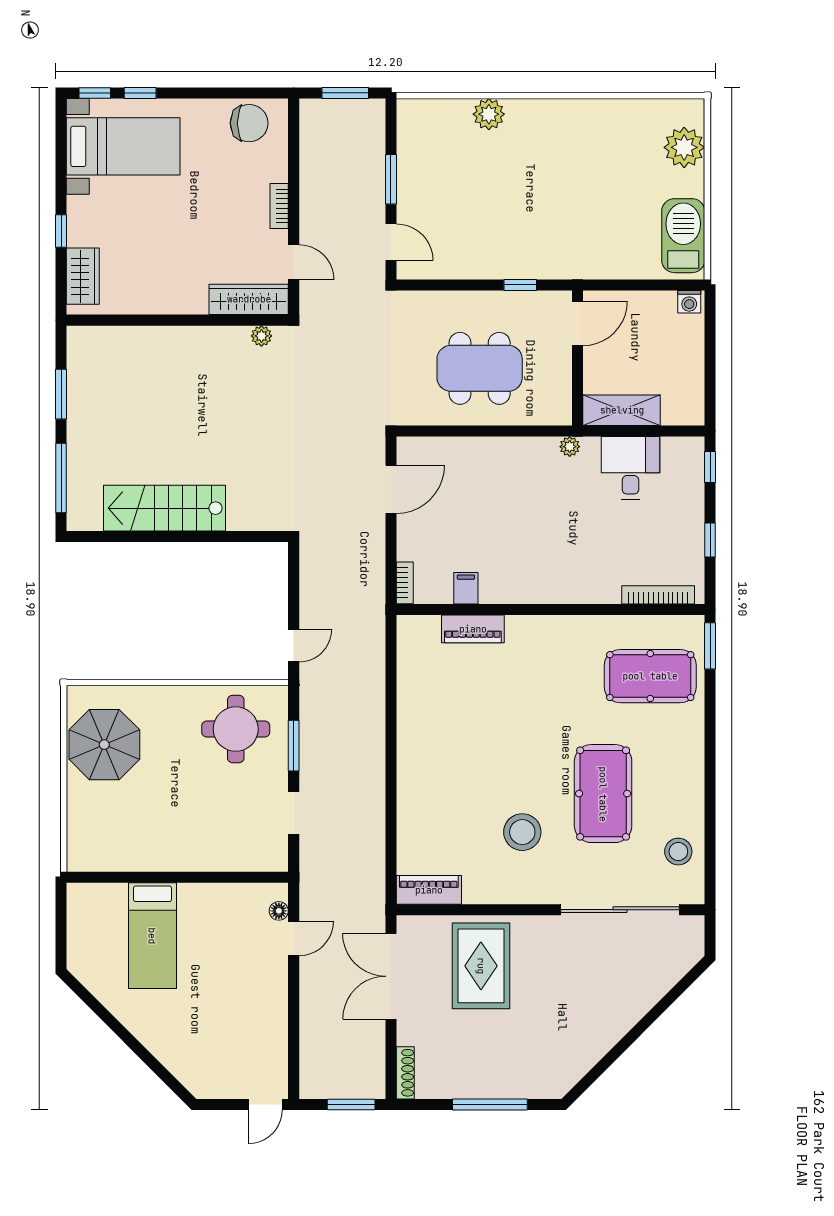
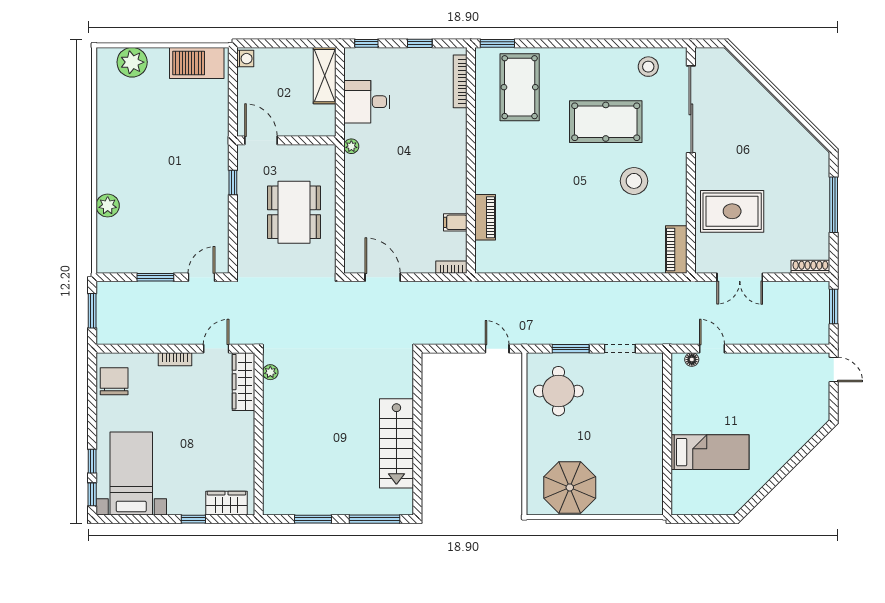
shelving: (622, 410) -> (325, 76), moved
double door: (391, 976) -> (740, 277), width x0.73

